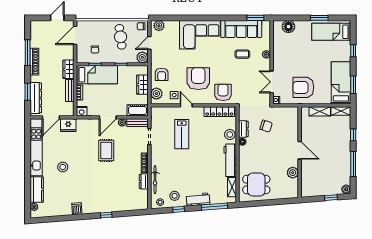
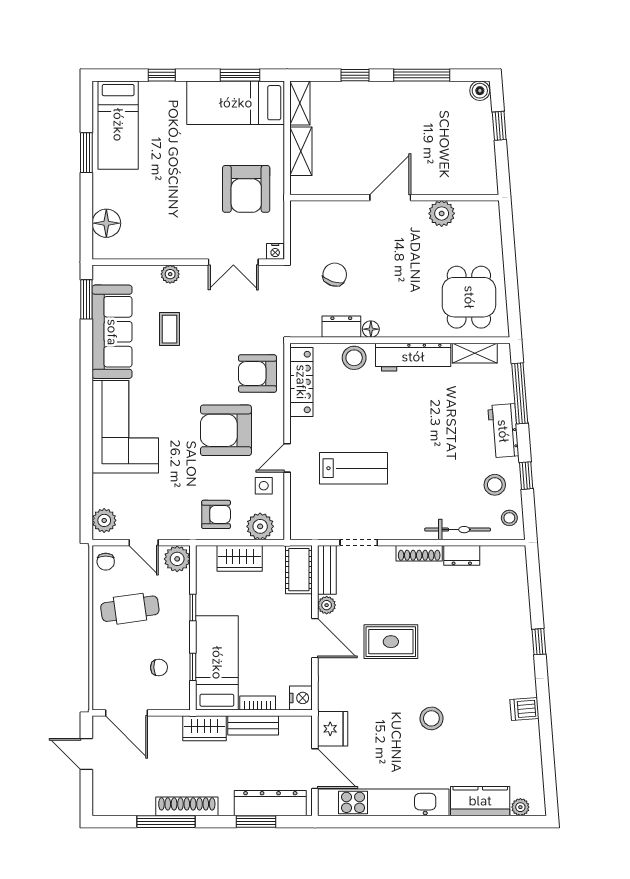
stool: (63, 167) -> (431, 718), moved

